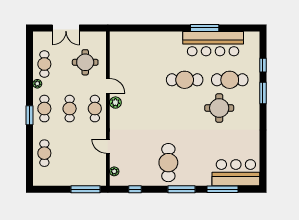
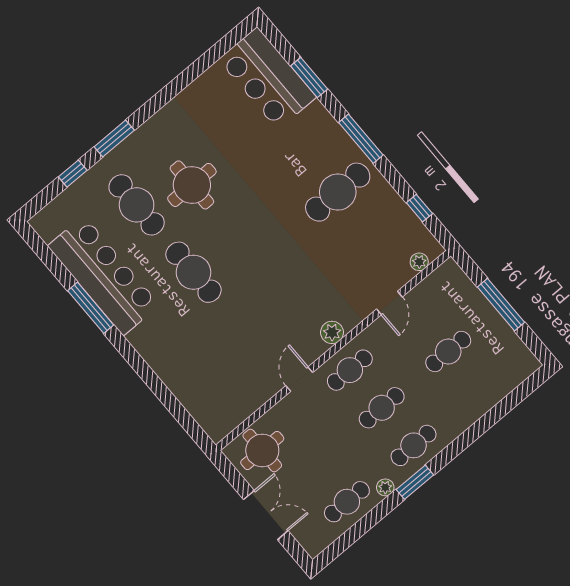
round table: (85, 62) -> (262, 450), moved
plant: (115, 103) -> (332, 332), moved
window: (30, 115) -> (415, 482), moved
cafe table: (44, 153) -> (448, 352), moved
window: (86, 189) -> (501, 305), moved
window: (223, 189) -> (309, 77), width x0.69

